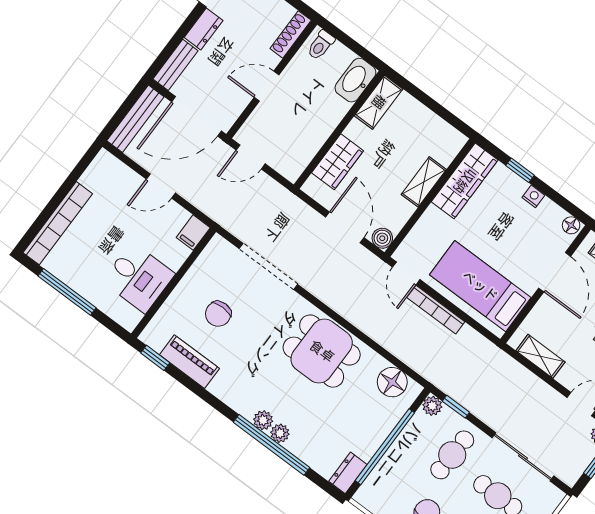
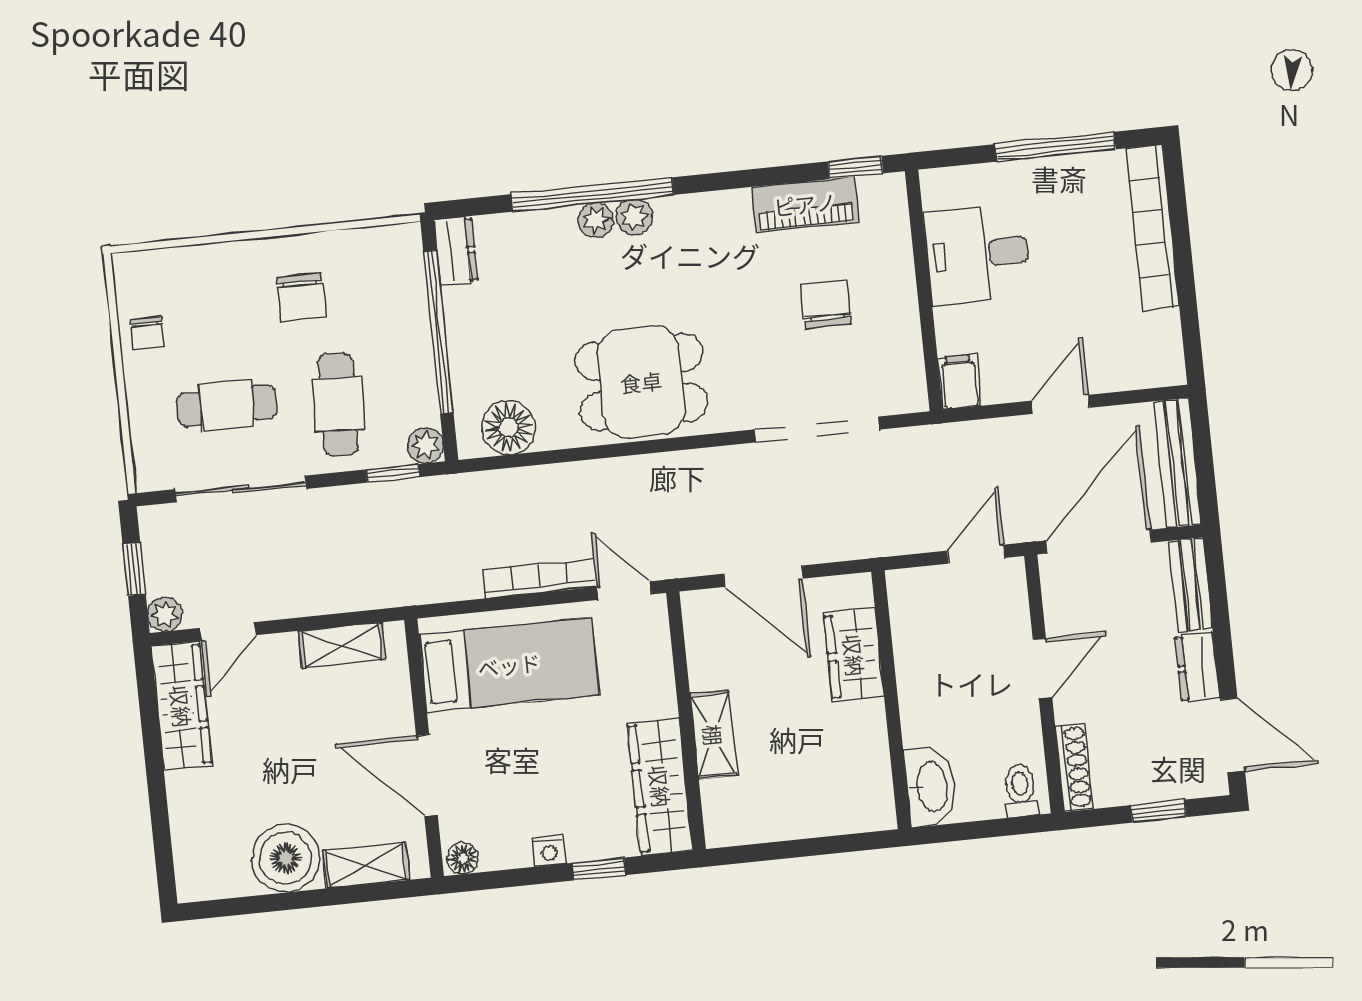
shelving: (379, 102) -> (872, 785), removed
boiler: (382, 238) -> (699, 608), removed

